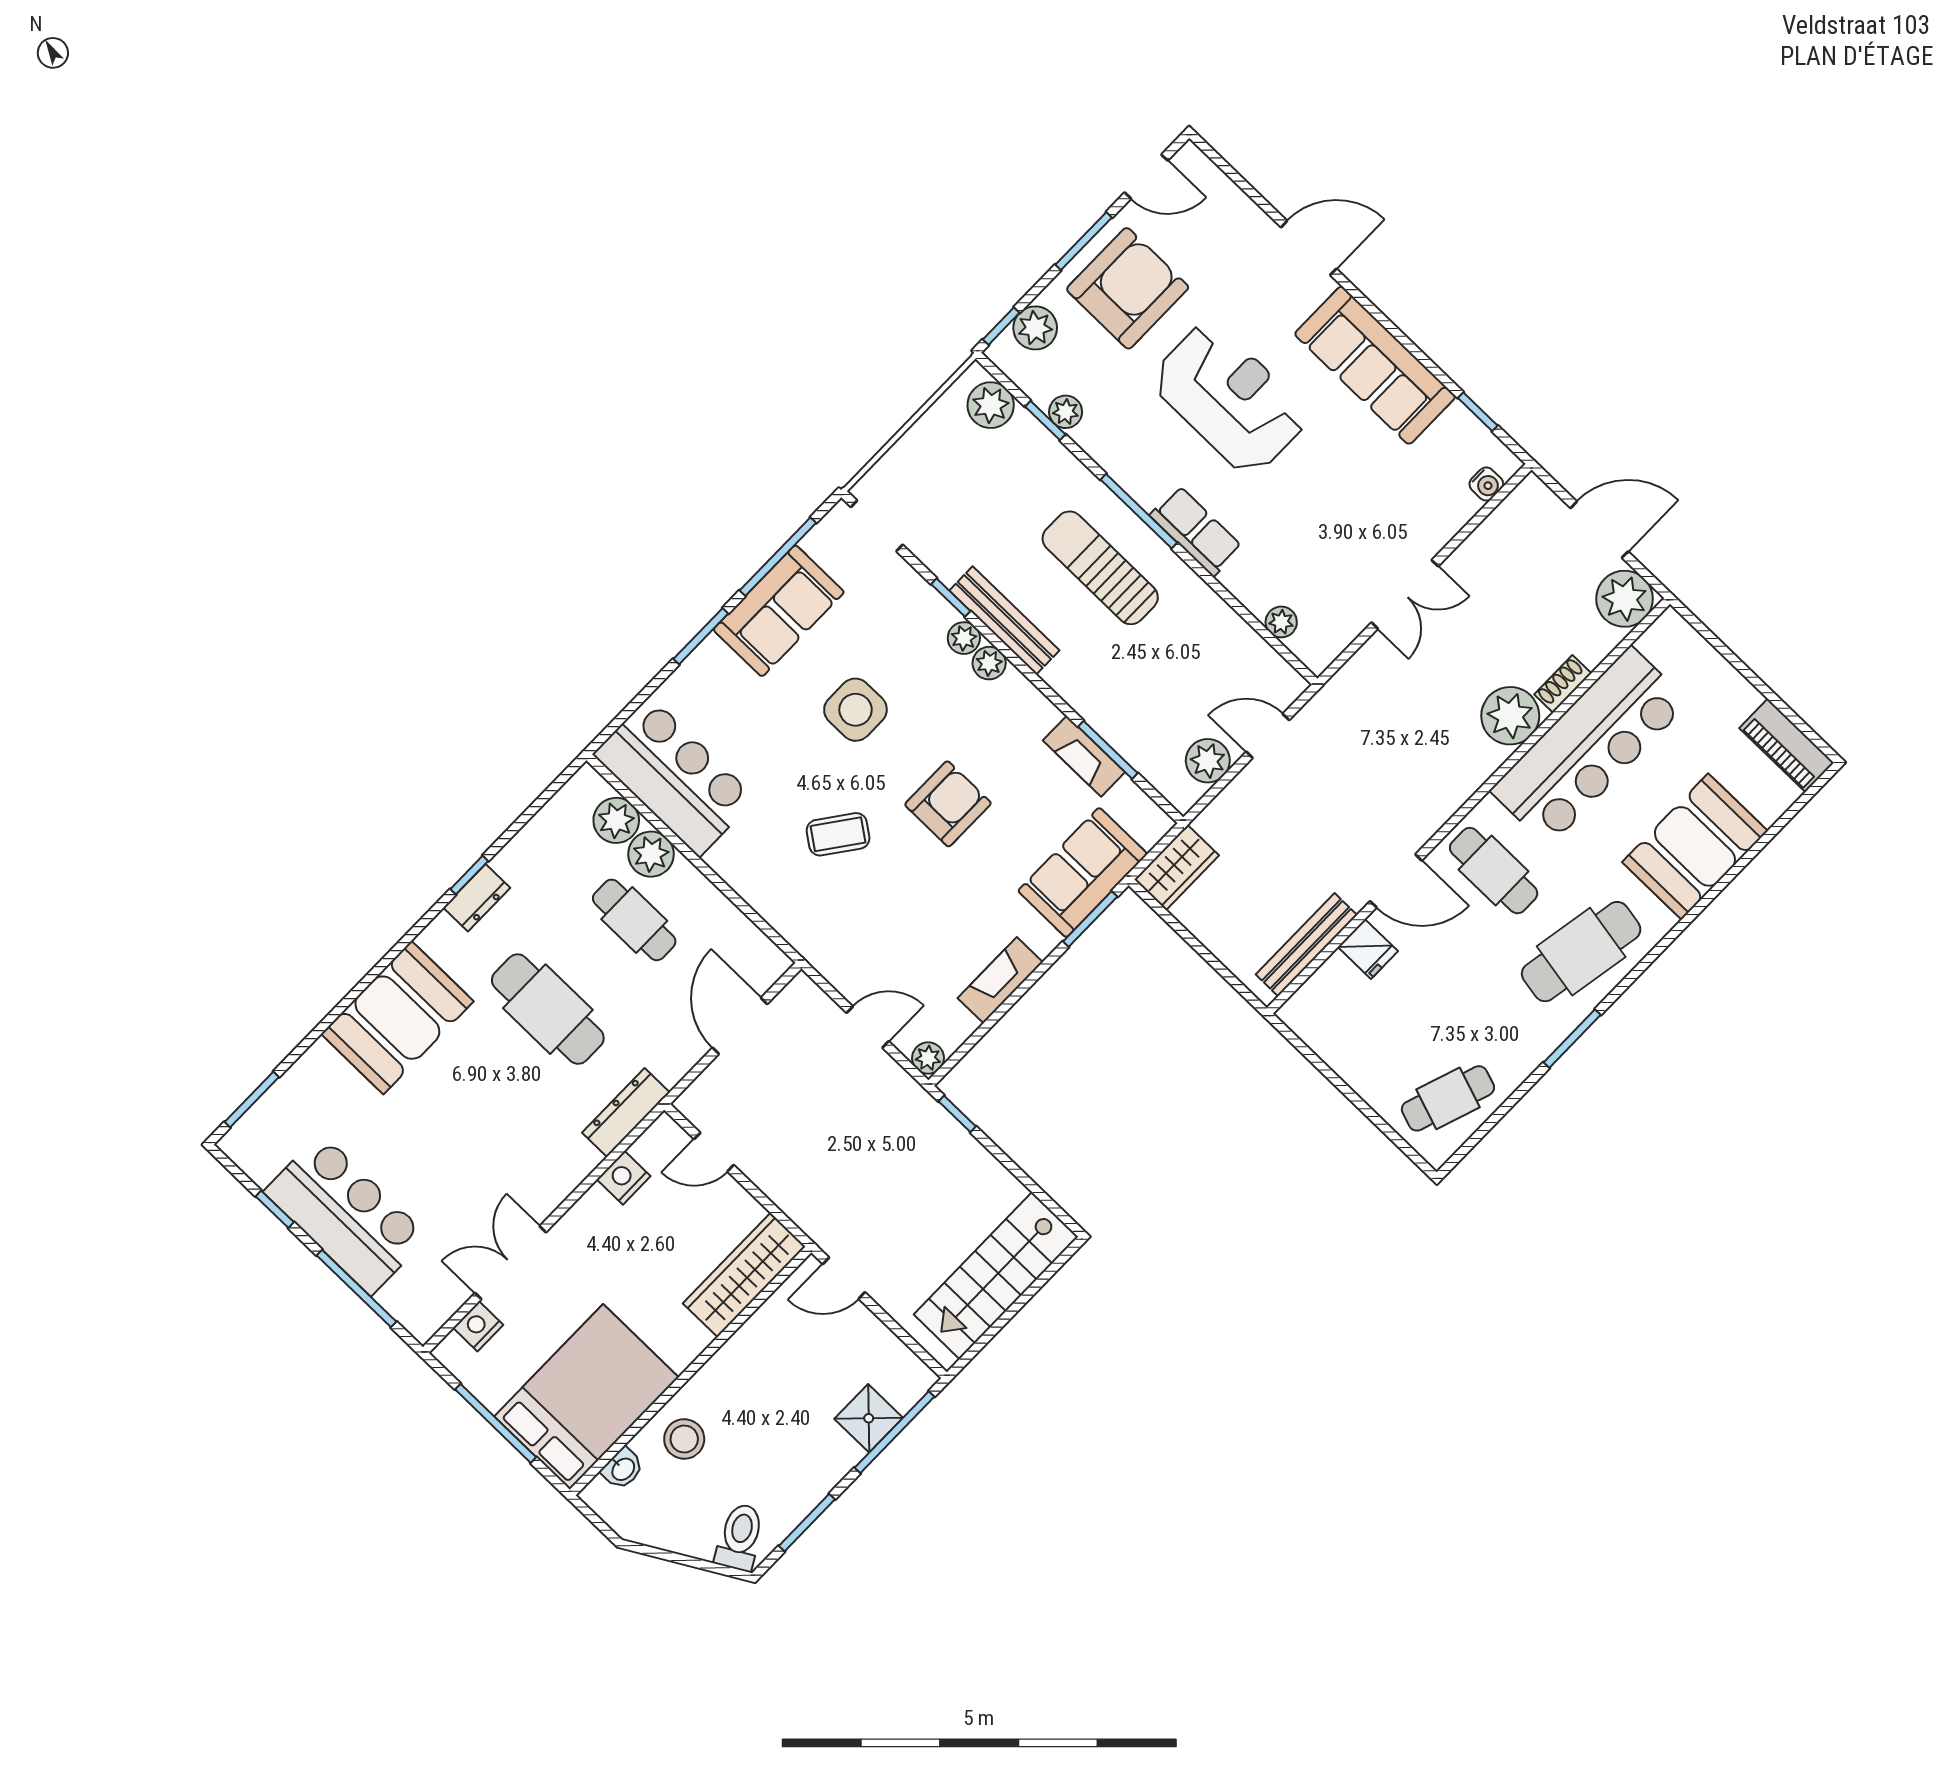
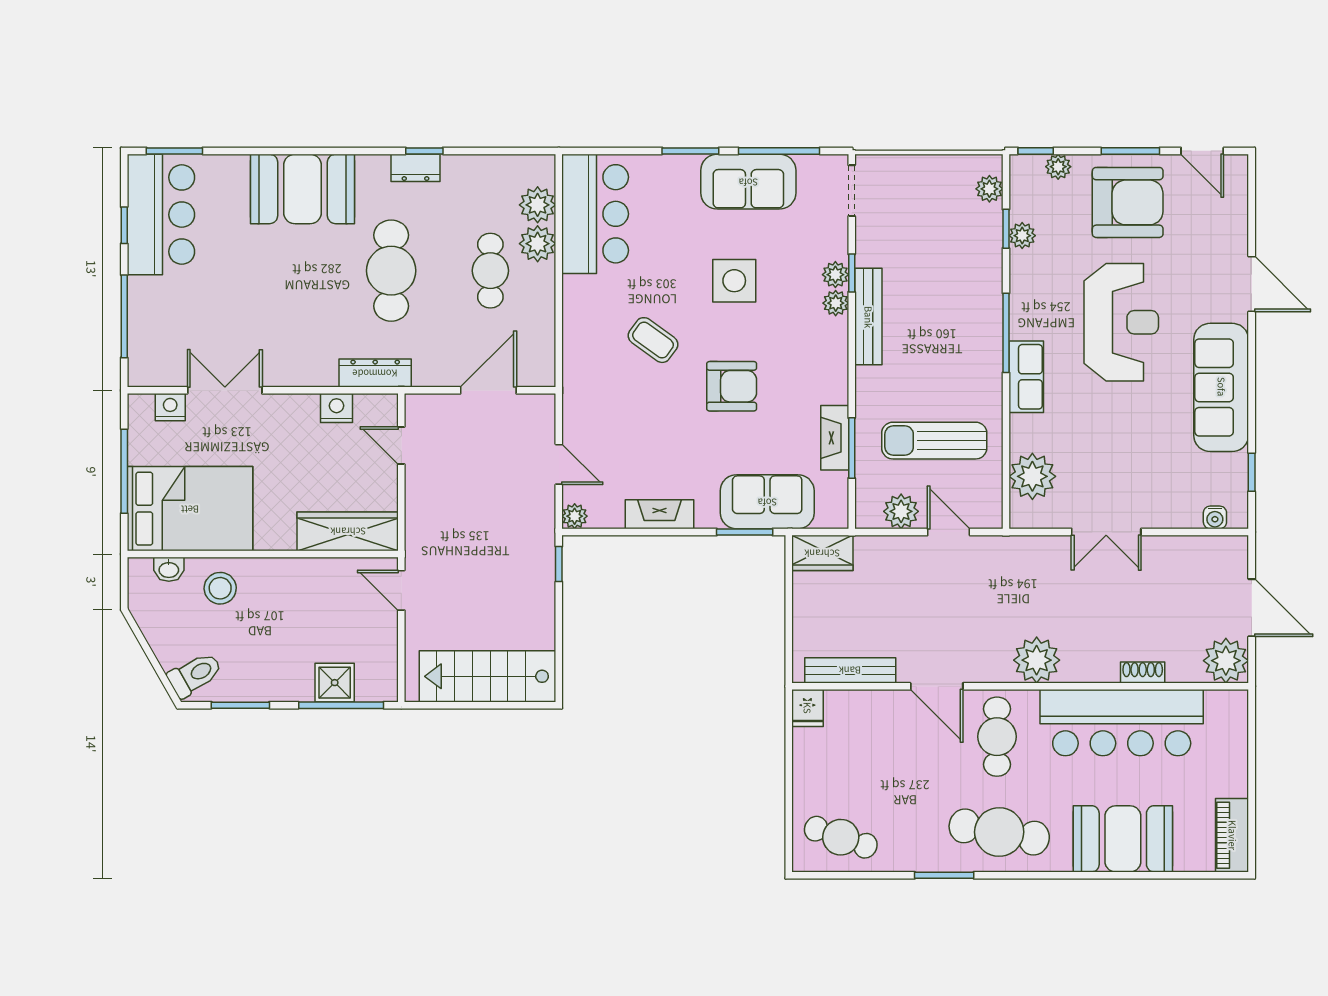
plant: (1035, 328) -> (1058, 167), width x0.73, depth x0.73
plant: (991, 405) -> (989, 189), width x0.73, depth x0.73
sun lounger: (1100, 568) -> (934, 441), moved, turned -90
plant: (1281, 622) -> (1032, 476), width x1.88, depth x1.88
plant: (989, 663) -> (835, 275), moved
plant: (1510, 716) -> (1037, 660), moved
fridge: (1368, 949) -> (807, 708), moved
bar counter: (346, 1214) -> (161, 215), moved

